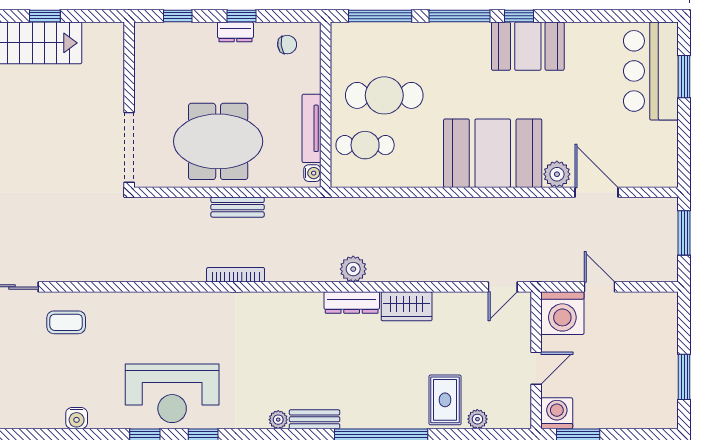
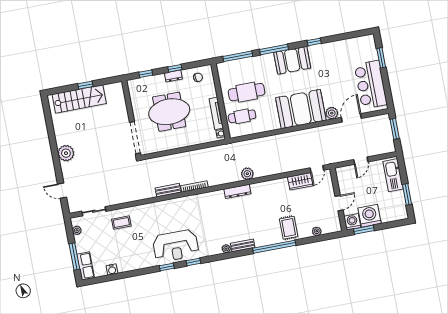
window: (519, 16) -> (314, 42), moved
booth: (528, 46) -> (292, 60), moved
bar counter: (651, 71) -> (371, 85), moved
meeting table: (218, 141) -> (169, 112), moved
door: (596, 192) -> (351, 118), hinge flipped
bench: (238, 207) -> (168, 190), moved
door: (599, 287) -> (361, 161), swing flipped
dresser: (352, 302) -> (237, 191), moved
wardrobe: (407, 306) -> (300, 181), moved
washing machine: (562, 313) -> (370, 216), moved, turned 180
kitchen sink: (662, 331) -> (393, 175), added
rug: (445, 400) -> (289, 228), moved
water cooler: (77, 418) -> (112, 269), moved

